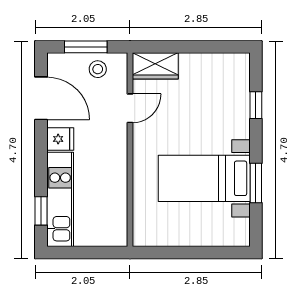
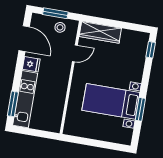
wardrobe: (155, 66) -> (100, 32), width x1.50
window: (256, 105) -> (151, 50), moved
window: (41, 211) -> (13, 104), width x1.50

